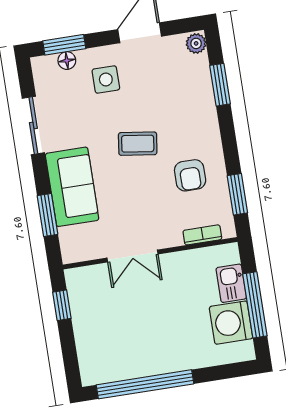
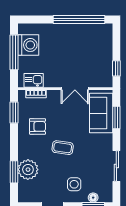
plant: (196, 43) -> (28, 170), moved, width x1.88, depth x1.88
armchair: (190, 175) -> (38, 126), turned 90
sofa: (72, 187) -> (101, 113), moved
double door: (133, 256) -> (75, 89), swing flipped
kitchen sink: (231, 283) -> (34, 80), moved, turned -90

